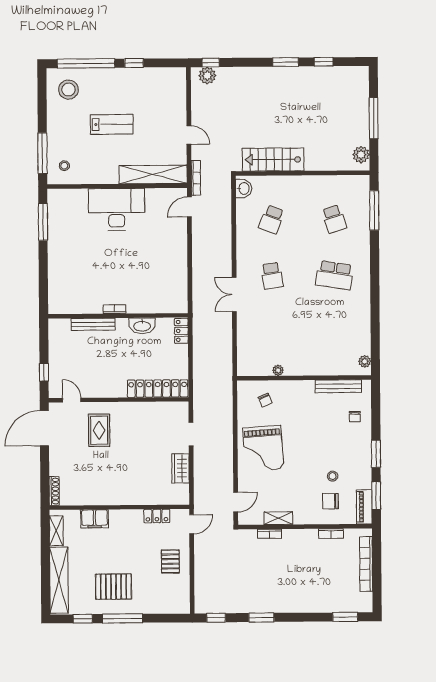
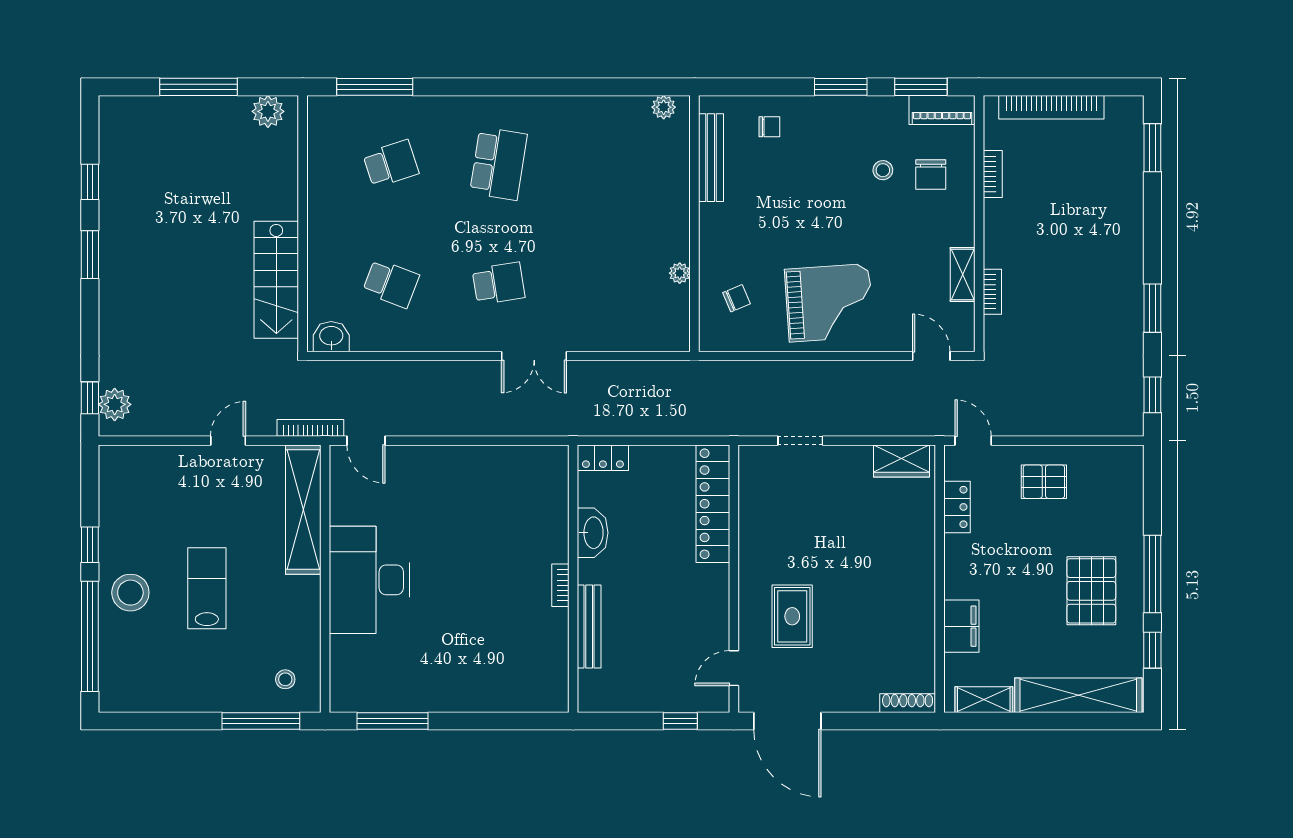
stool: (69, 90) -> (130, 593), moved
rug: (99, 430) -> (792, 616), turned 90
wardrobe: (181, 468) -> (902, 461), moved

